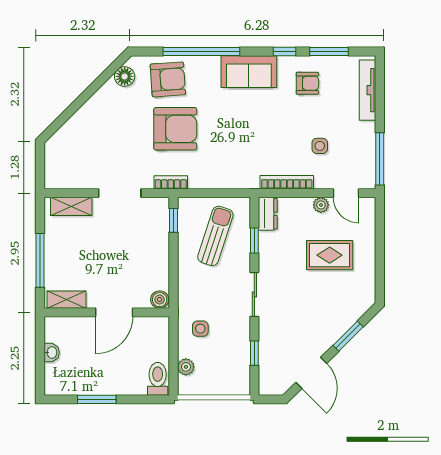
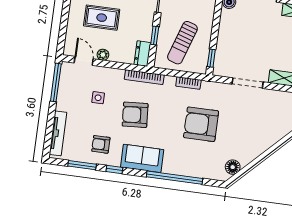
armchair: (168, 79) -> (135, 115), moved
bookcase: (171, 182) -> (188, 83), moved
bookcase: (287, 182) -> (144, 77), moved

